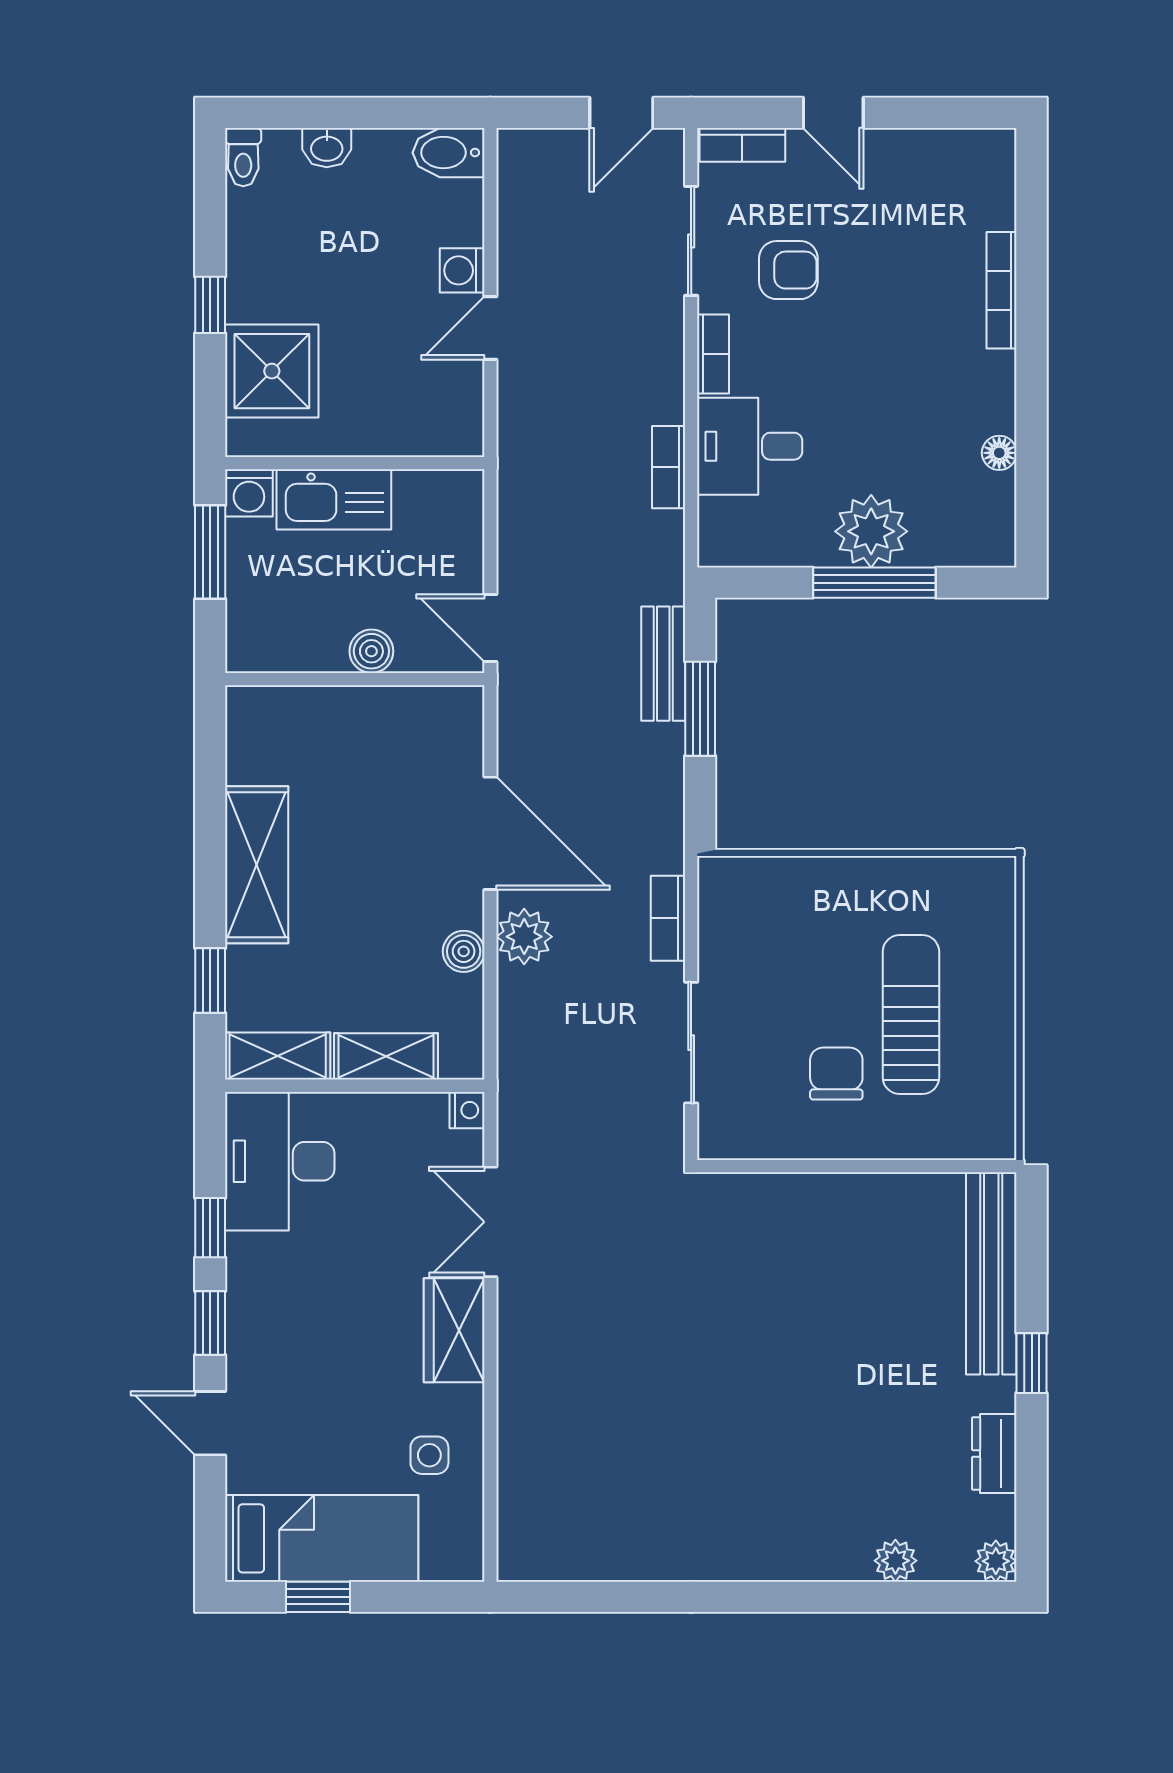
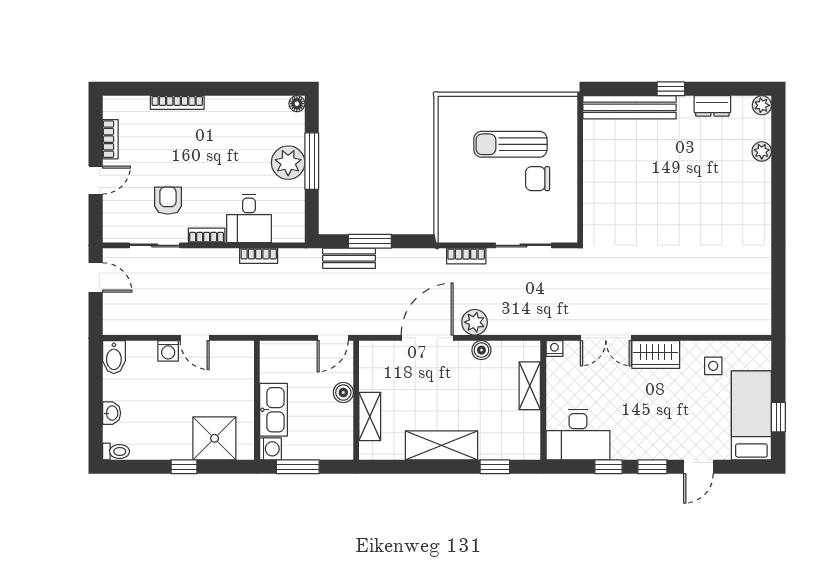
bookcase: (742, 145) -> (110, 139), moved
floor lamp: (999, 453) -> (297, 104), moved
shelving: (278, 1056) -> (370, 416), moved

